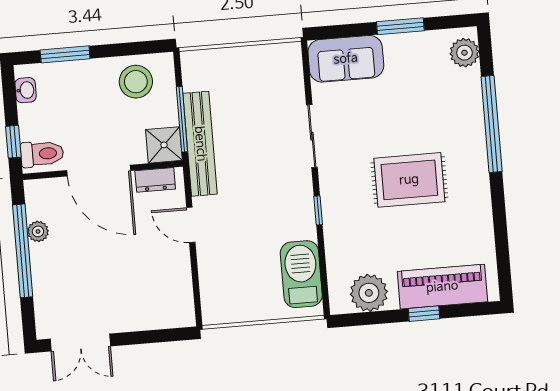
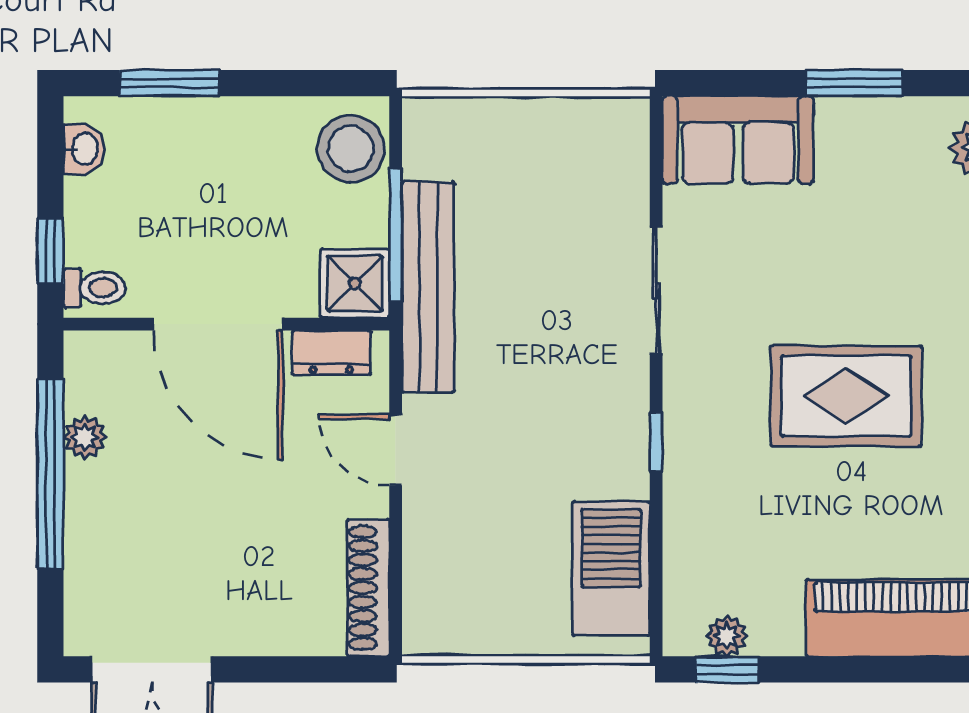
stool: (136, 82) -> (351, 149), moved
toilet: (42, 154) -> (94, 288), width x0.73, depth x0.72
plant: (369, 293) -> (727, 636), width x0.53, depth x0.53
shoe rack: (183, 294) -> (368, 588), added
window: (424, 314) -> (728, 669), moved

